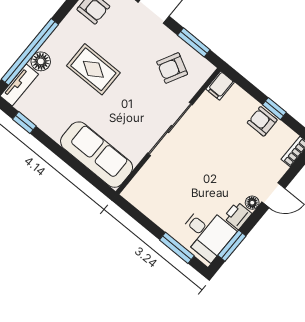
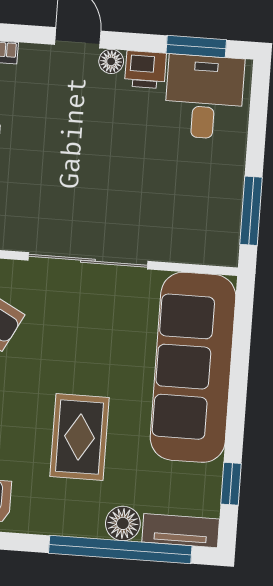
sofa: (97, 155) -> (193, 367), width x1.36, depth x1.27
window: (177, 248) -> (251, 211), moved

